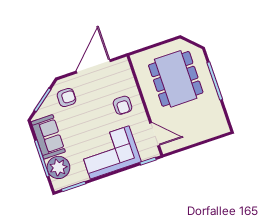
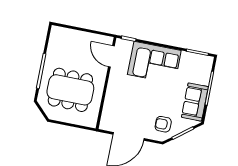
dining table: (176, 79) -> (70, 90), turned 90
armchair: (123, 105) -> (123, 93), removed
plant: (58, 167) -> (201, 74), removed

